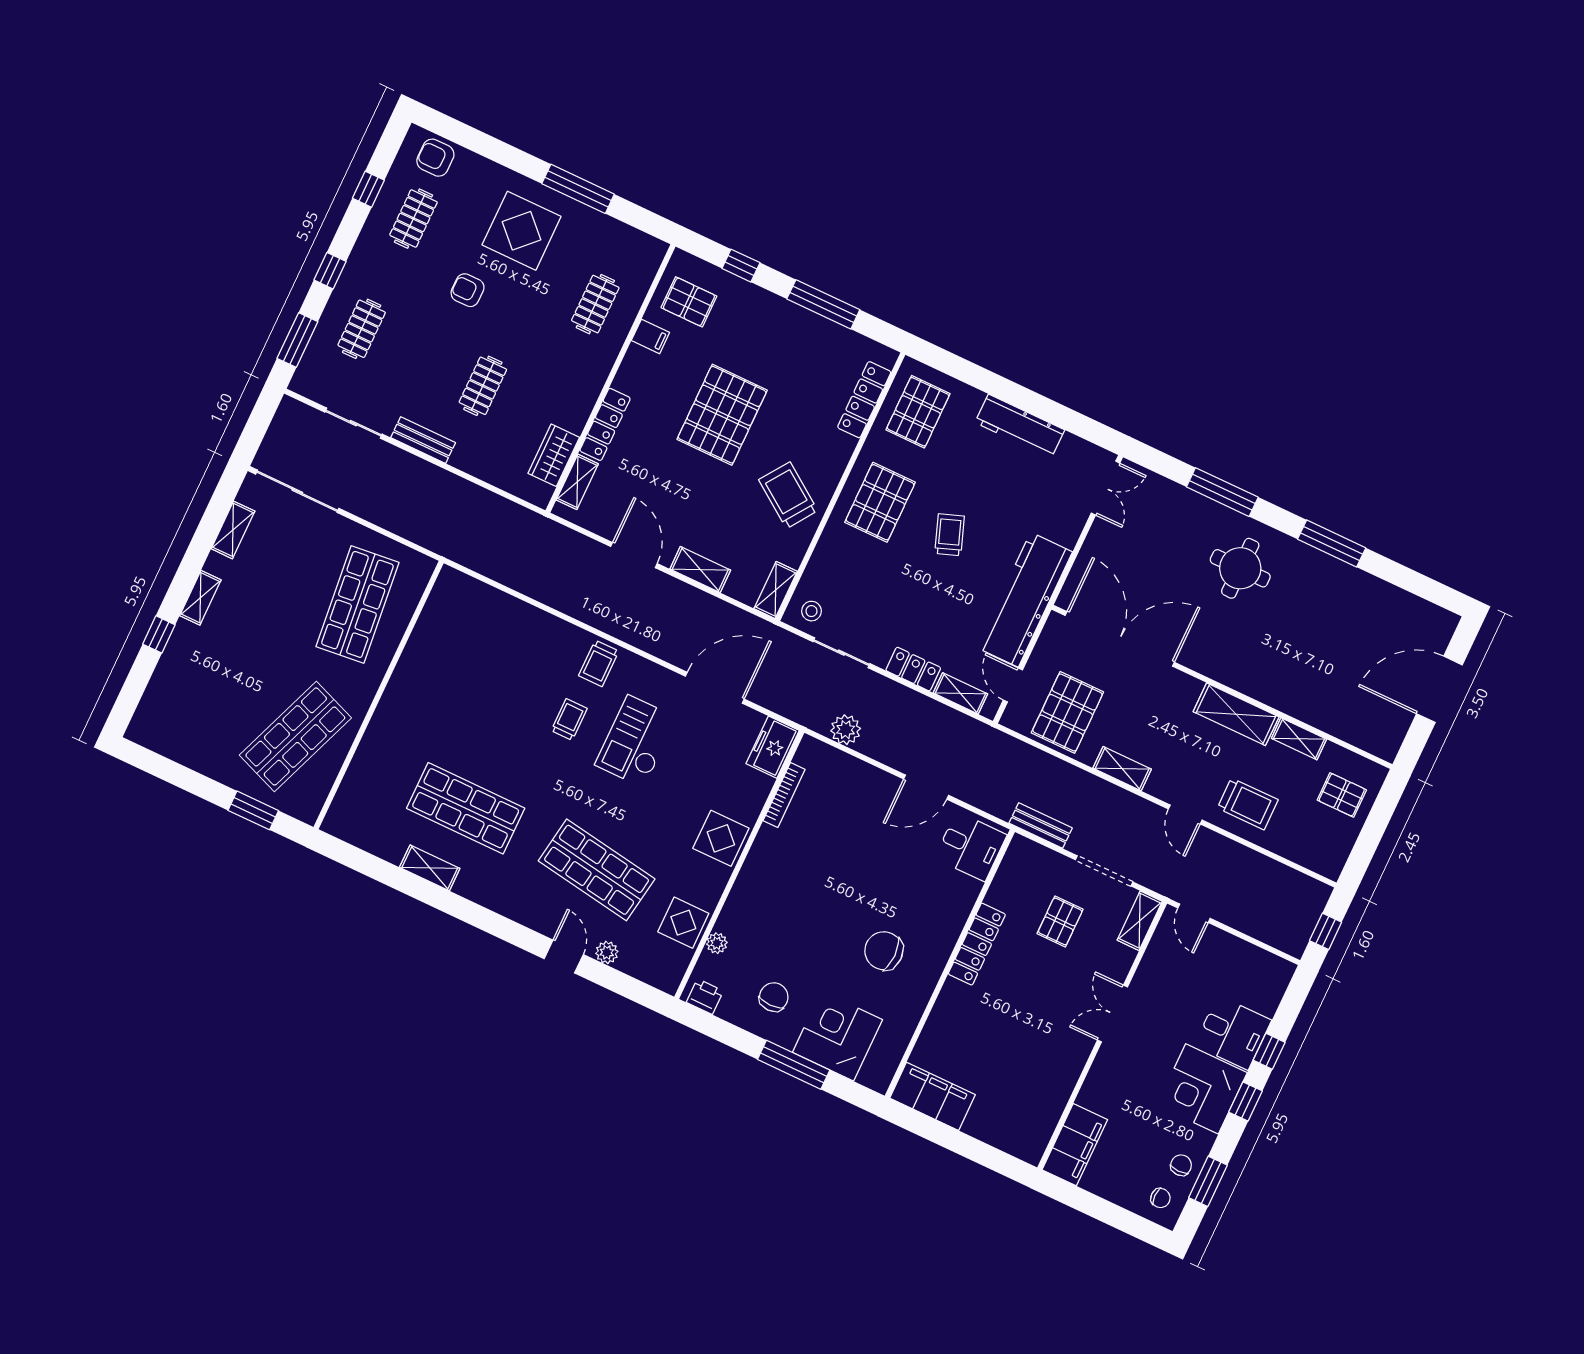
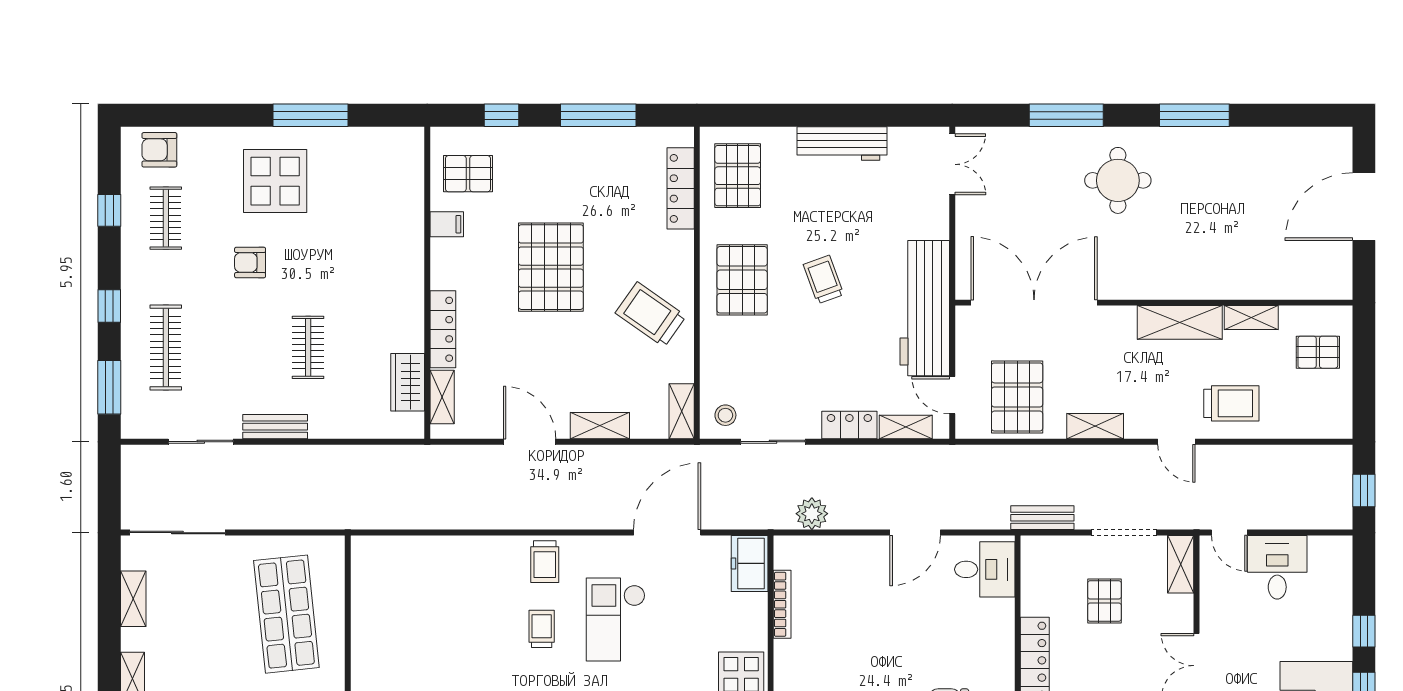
clothes rail: (595, 304) -> (379, 218), removed
clothes rail: (362, 329) -> (166, 347), width x1.36
desk: (1233, 1033) -> (1277, 567), moved, turned -90

